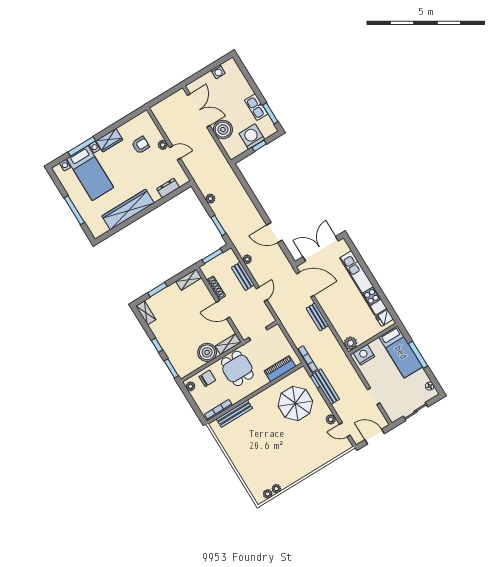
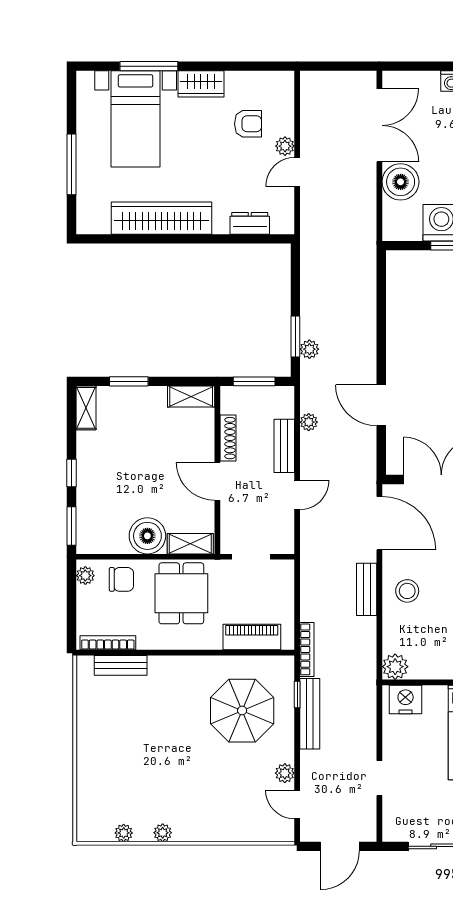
door: (175, 153) -> (297, 172), swing flipped
plant: (210, 199) -> (309, 349), moved
stool: (336, 307) -> (407, 591), added
bench: (234, 414) -> (121, 665), width x0.73
door: (375, 437) -> (340, 846), swing flipped
plant: (268, 494) -> (163, 833), moved

